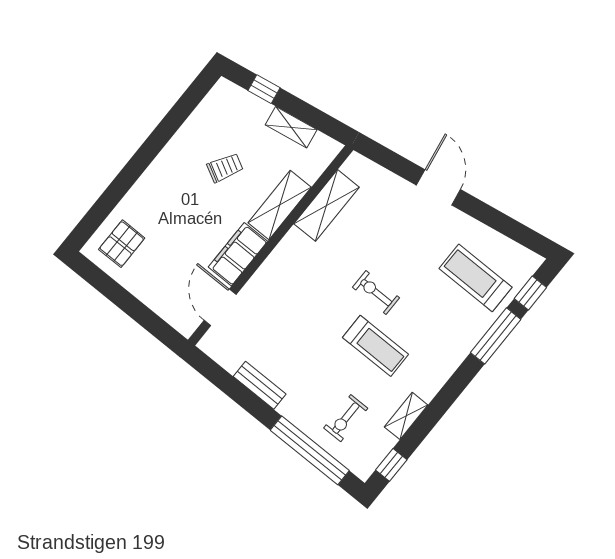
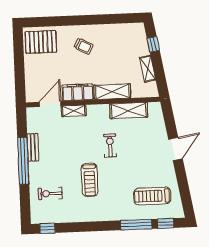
trolley: (225, 168) -> (83, 46), moved
pallet: (122, 244) -> (41, 42), width x1.50, depth x1.42
treadmill: (475, 278) -> (152, 196), turned -90
exercise bike: (376, 293) -> (110, 145), moved
shelving: (406, 416) -> (74, 111), moved
window: (310, 450) -> (23, 161), moved

